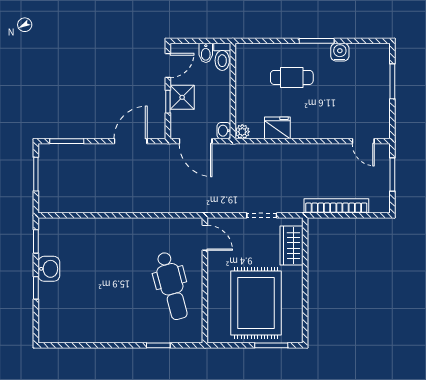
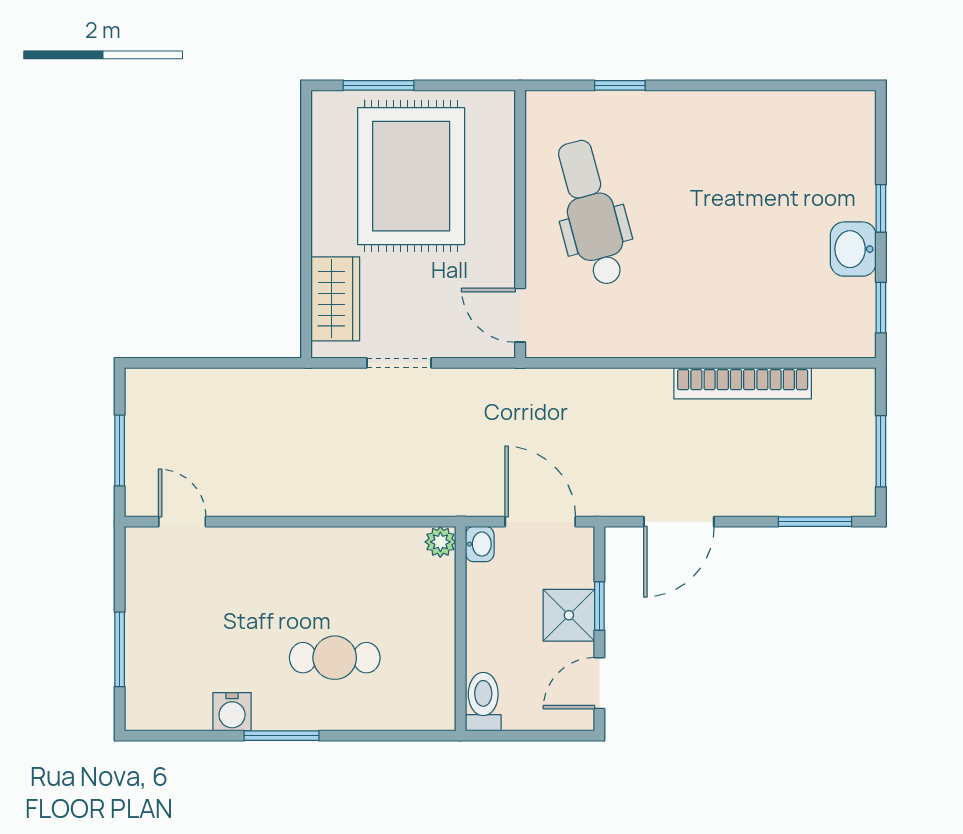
bidet: (206, 53) -> (518, 710), removed
fridge: (277, 128) -> (365, 550), removed
bookcase: (336, 206) -> (743, 383), moved

